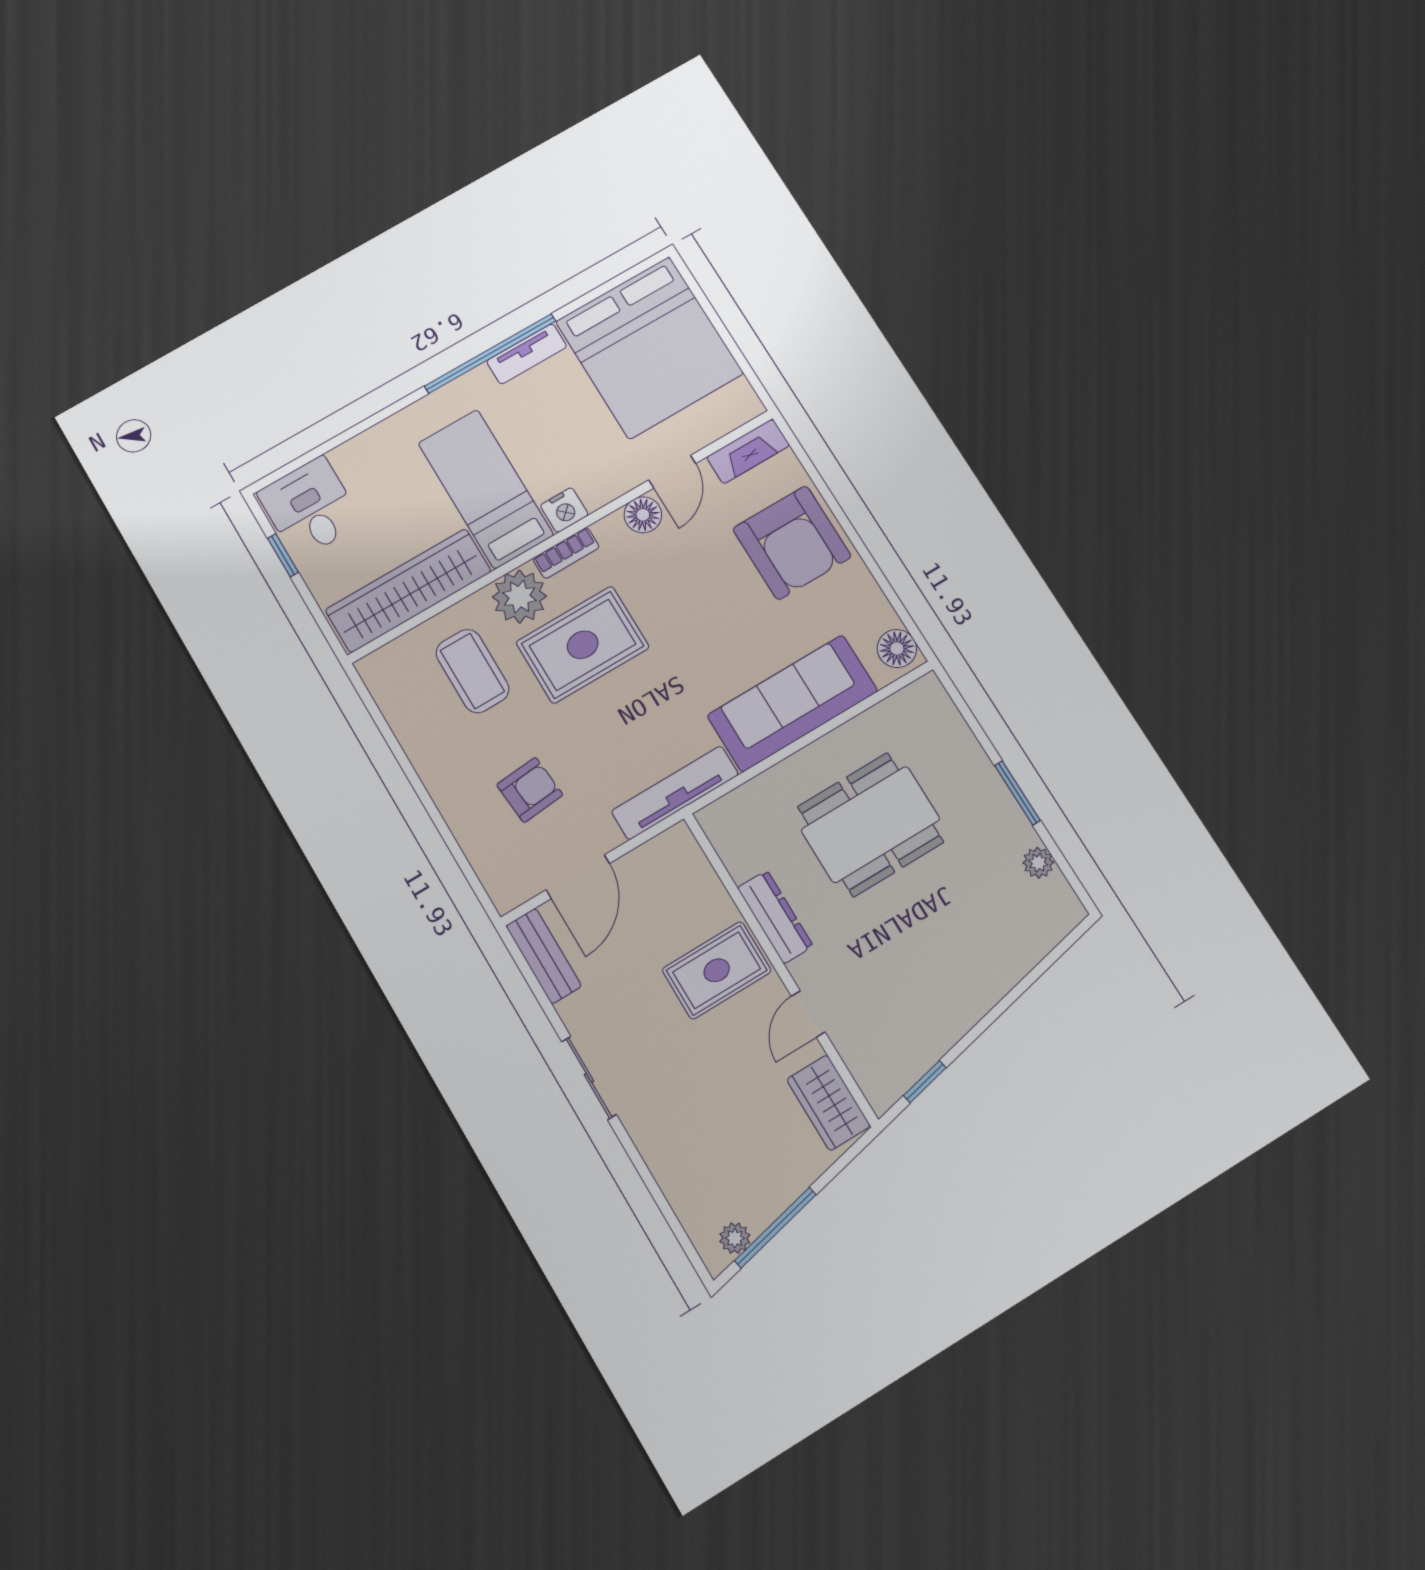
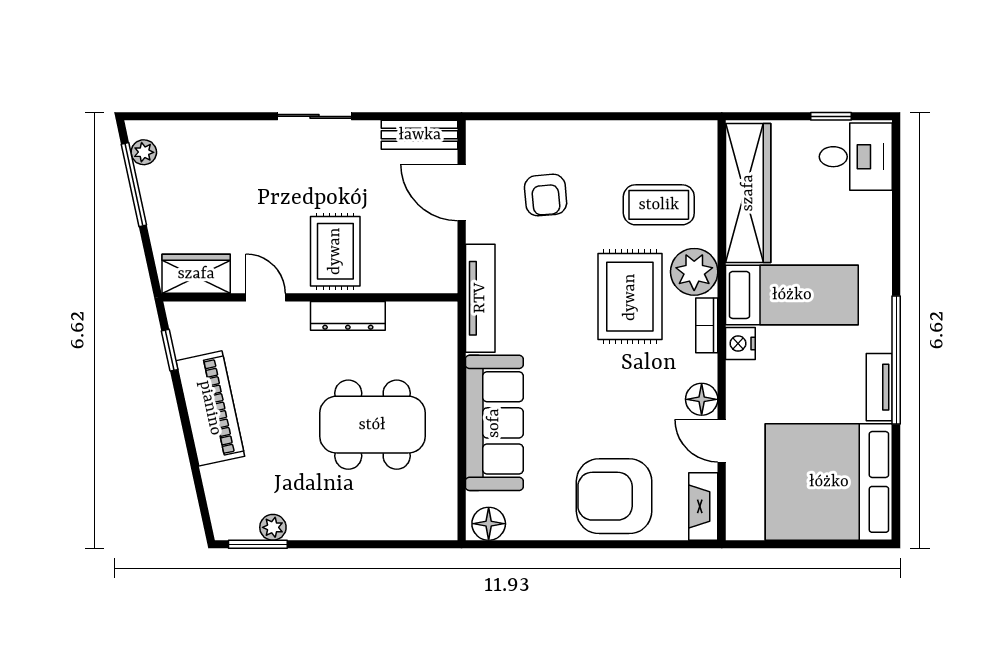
window: (1017, 793) -> (258, 544), moved
dining table: (870, 825) -> (372, 425), turned 90
piano: (958, 1002) -> (210, 408), added

